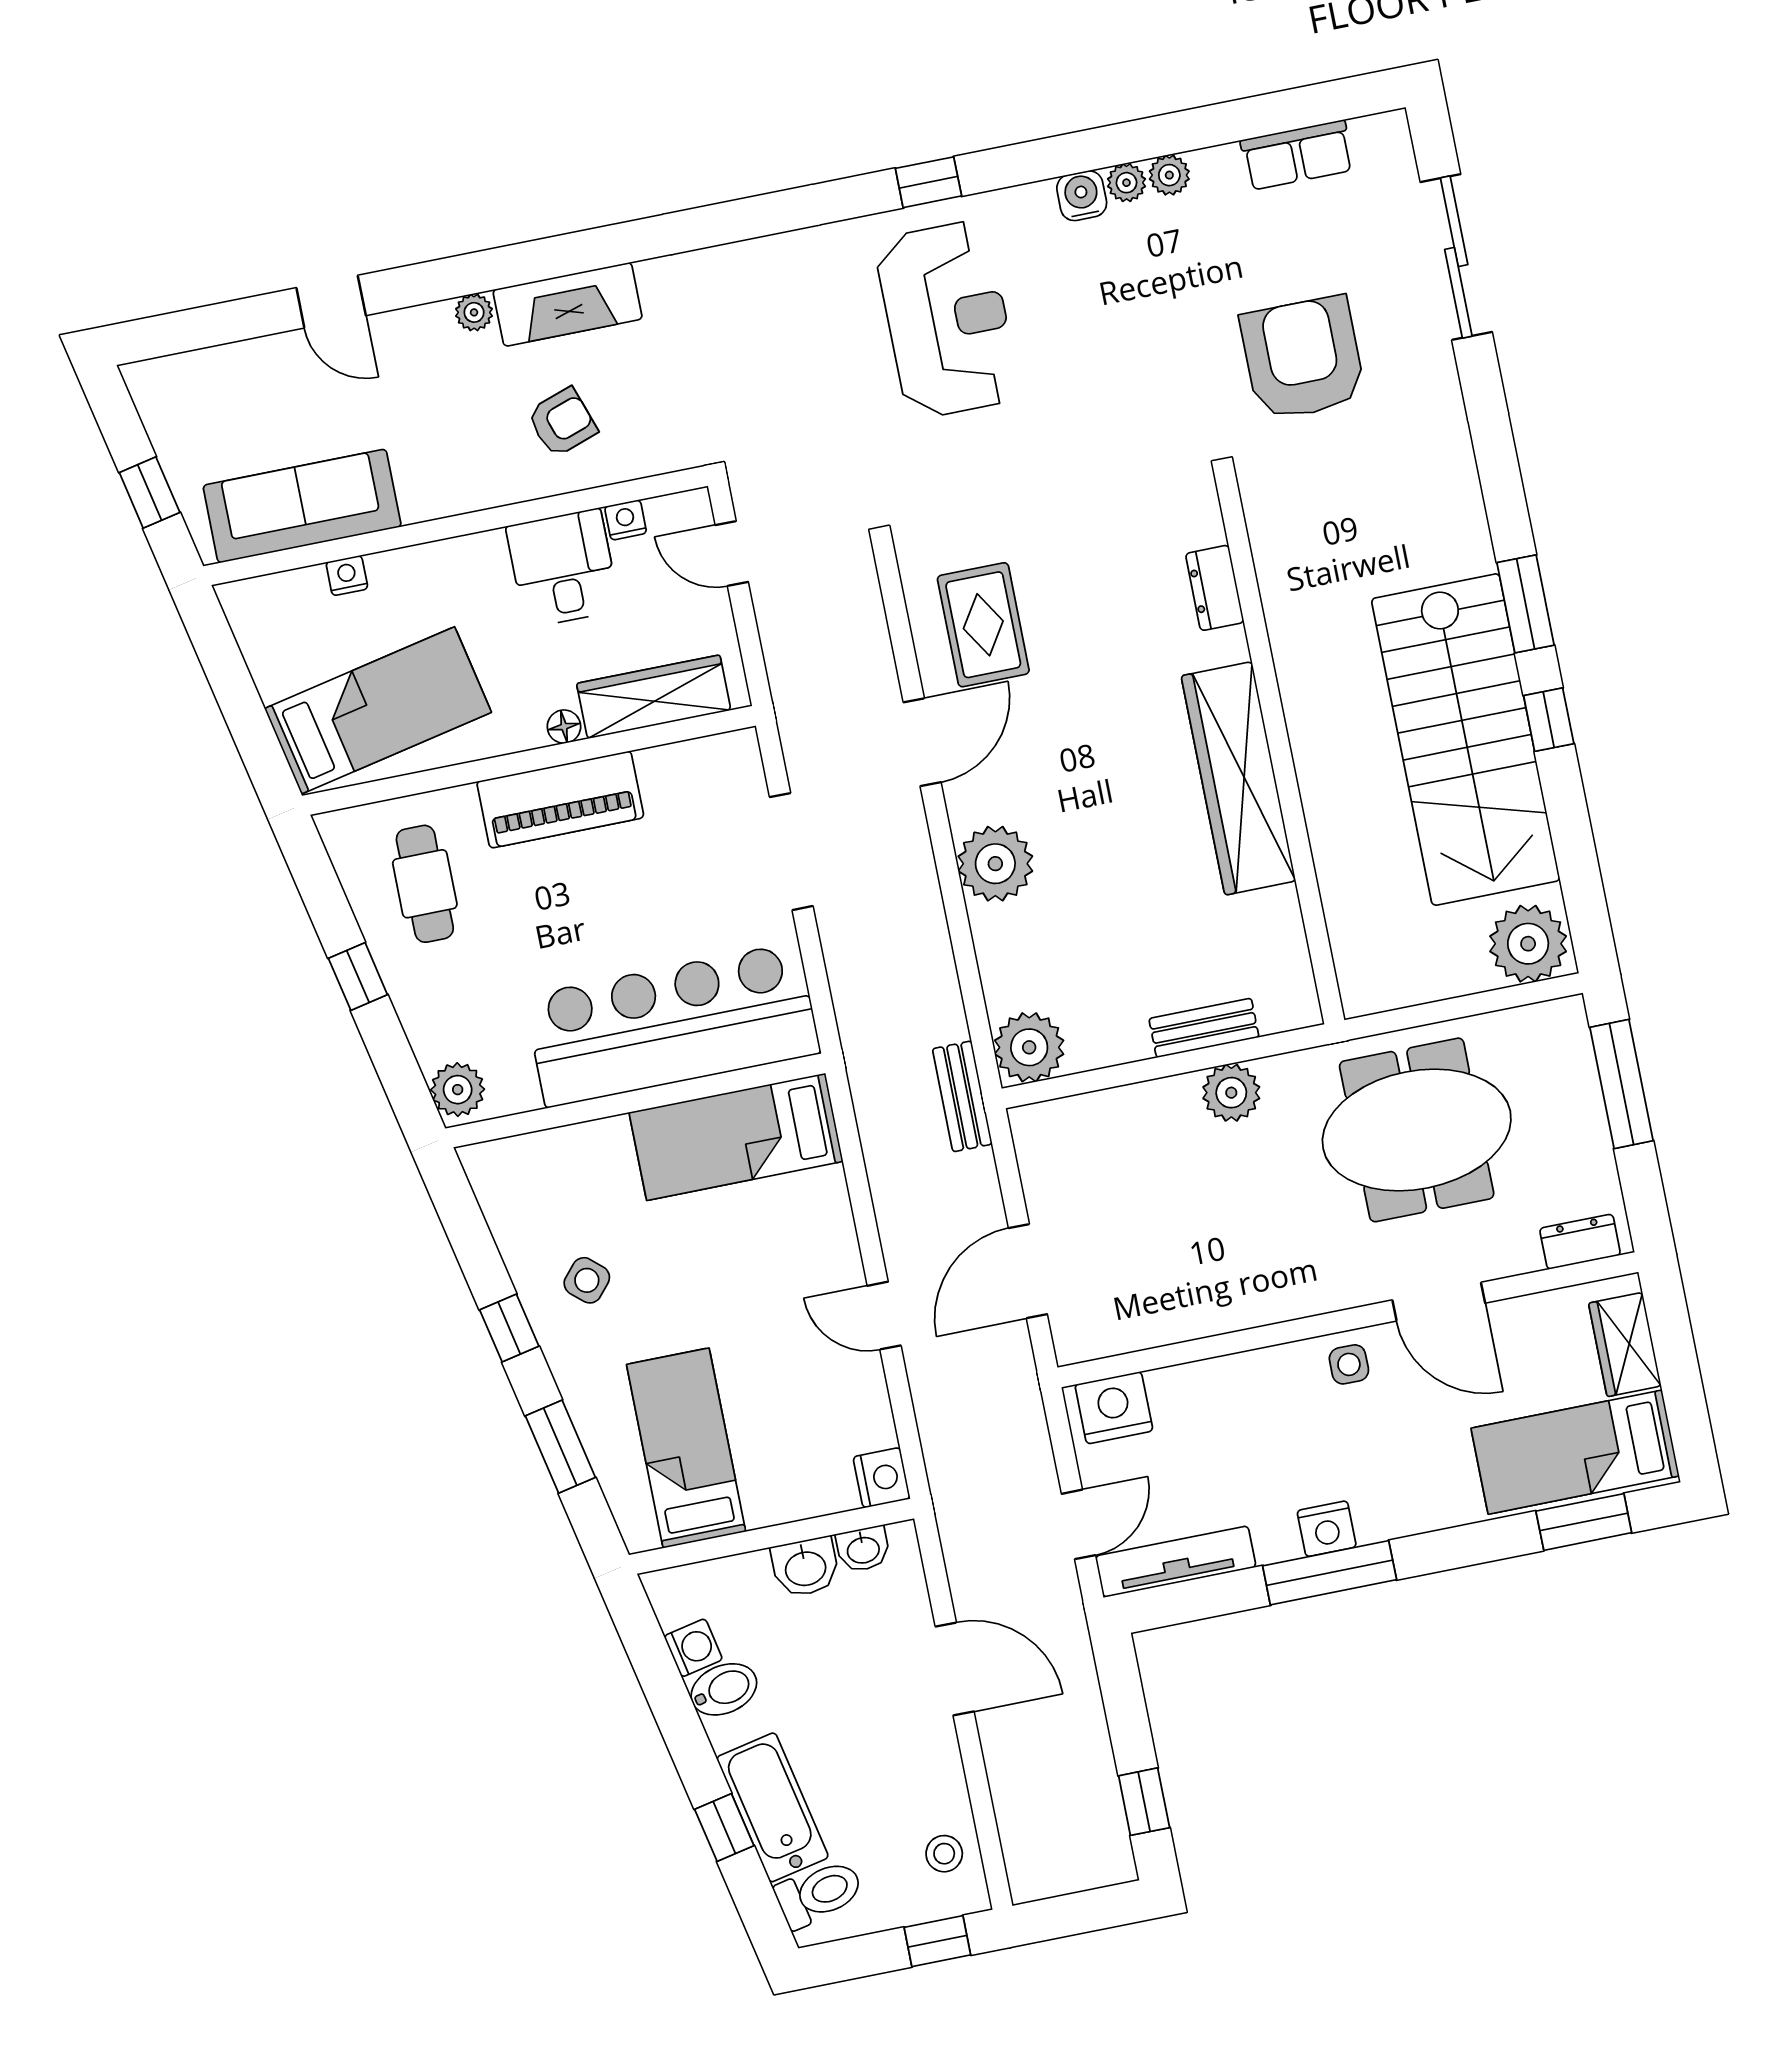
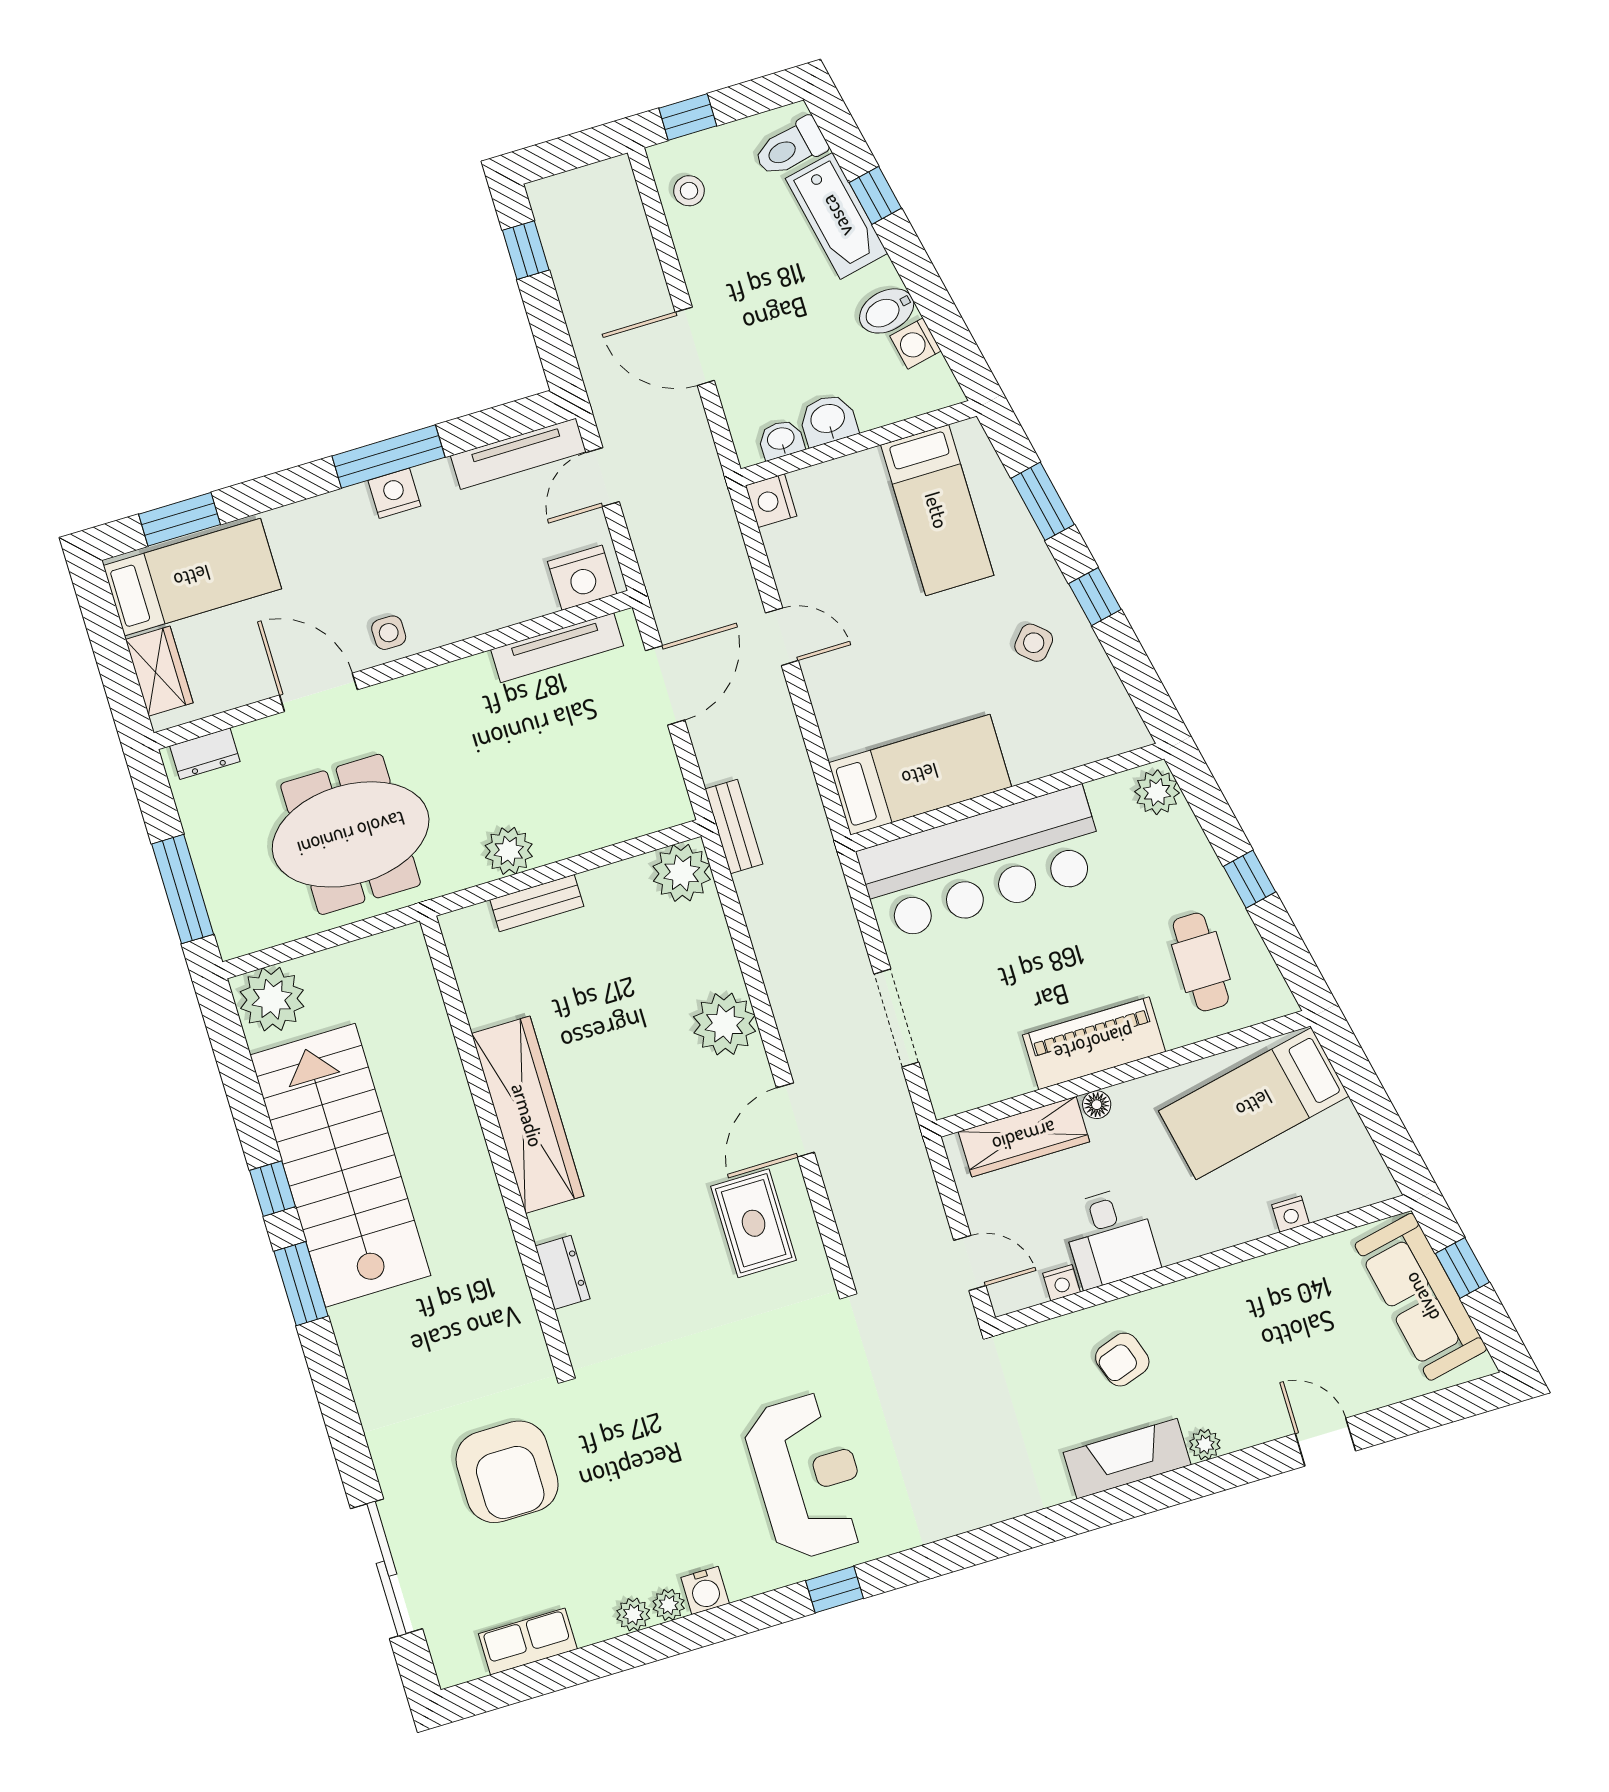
reception desk: (947, 319) -> (808, 1476), turned 180
sofa: (302, 506) -> (1421, 1297), moved, turned 78
tv unit: (1151, 1328) -> (557, 648), added

